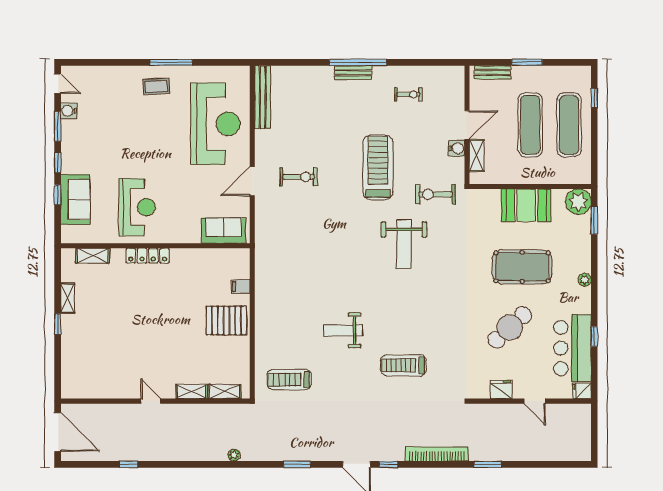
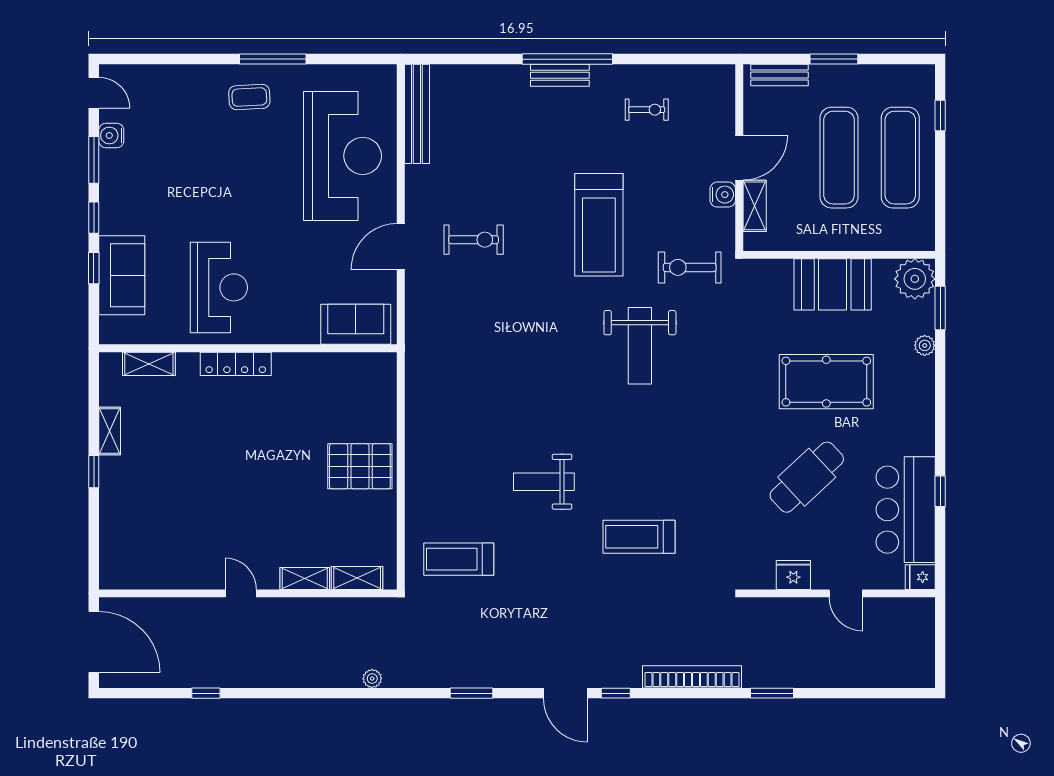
treadmill: (378, 167) -> (599, 225), turned 180
plant: (585, 280) -> (925, 345), moved
filing cabinet: (241, 287) -> (382, 413), removed

